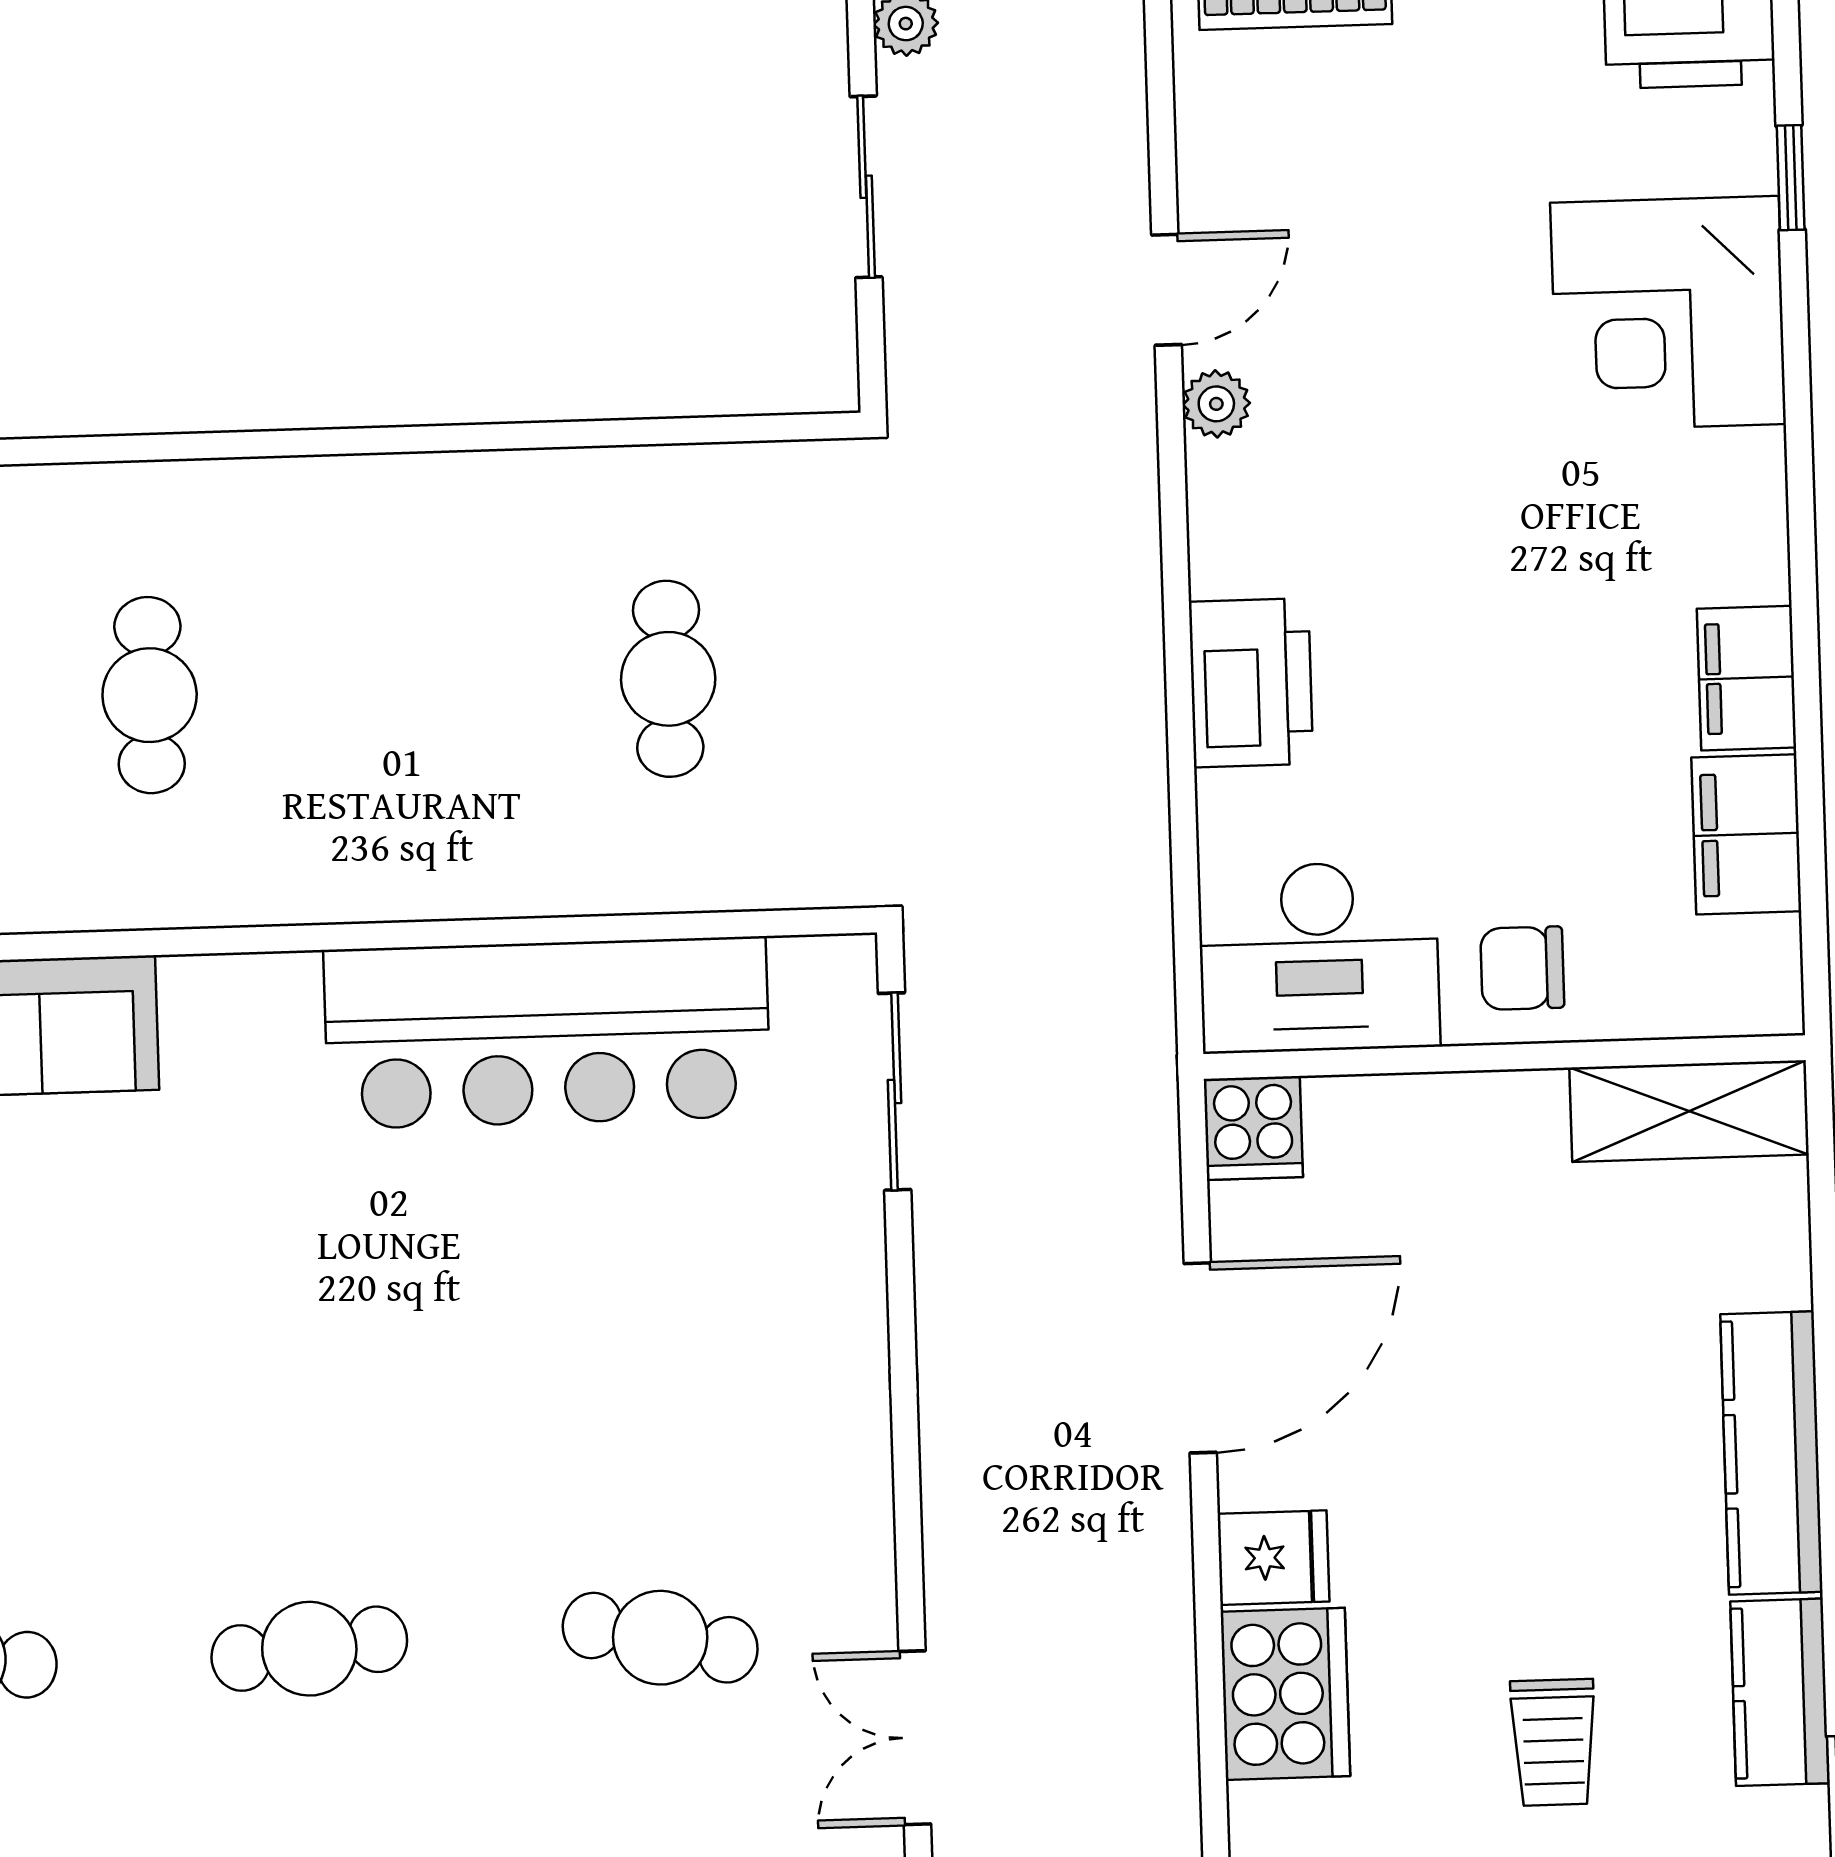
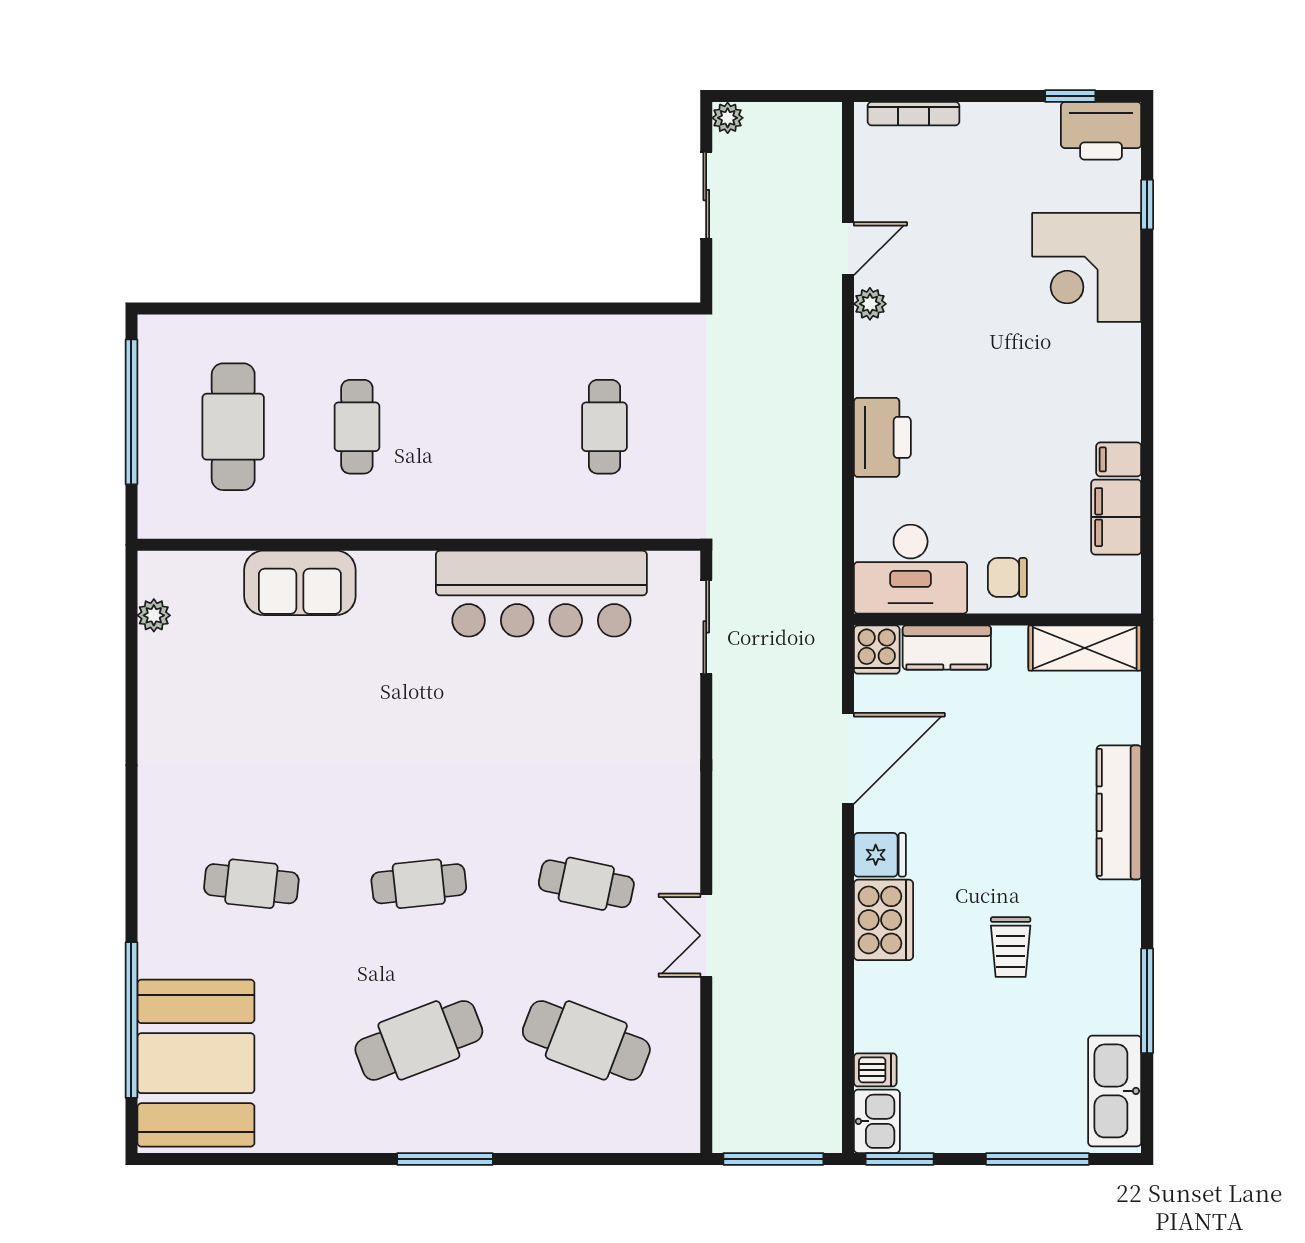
filing cabinet: (1747, 678) -> (1119, 459), width x0.50
kitchen counter: (1780, 1692) -> (947, 648), moved, turned -90

